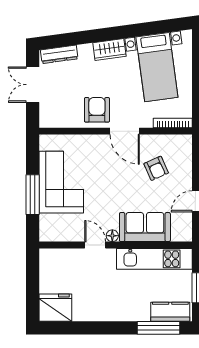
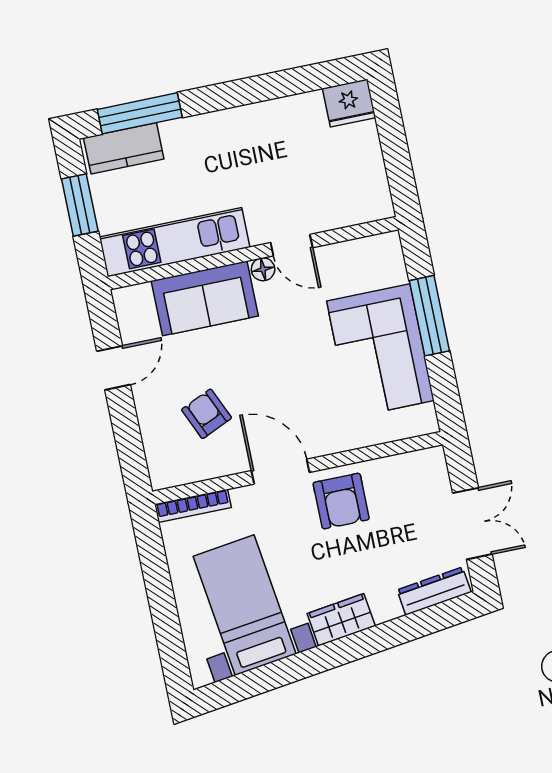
fridge: (55, 308) -> (349, 103), width x0.73, depth x0.75

